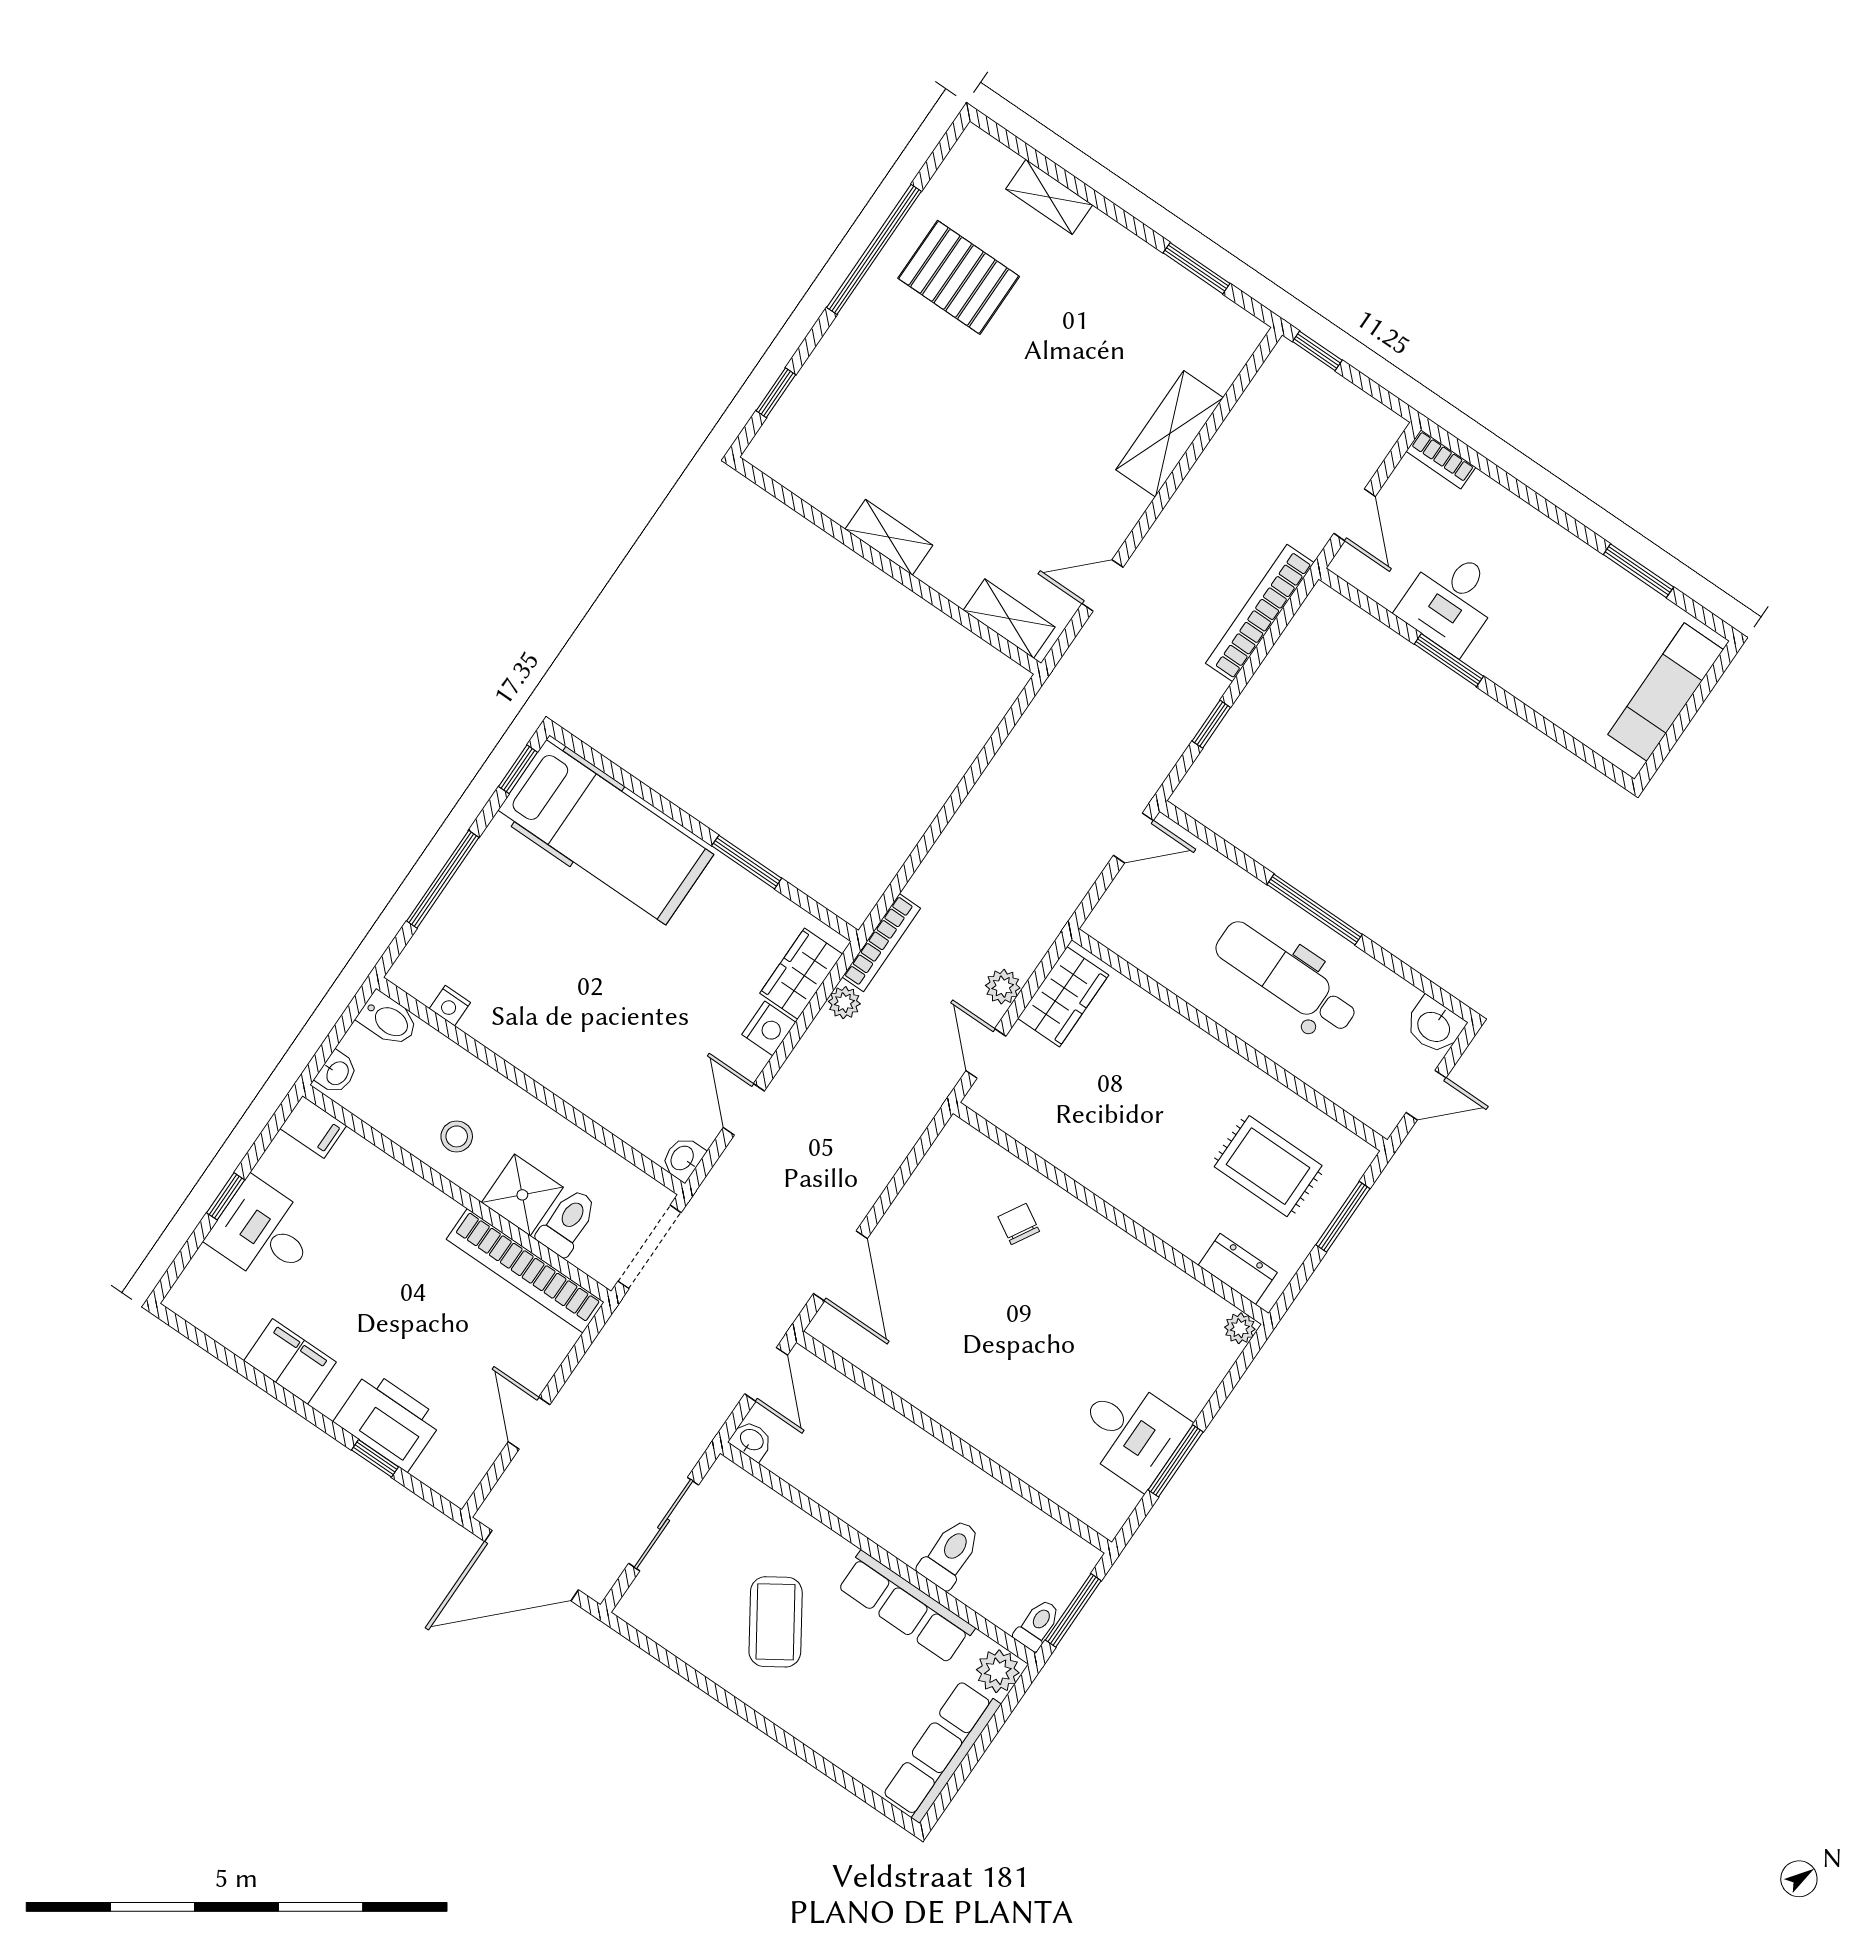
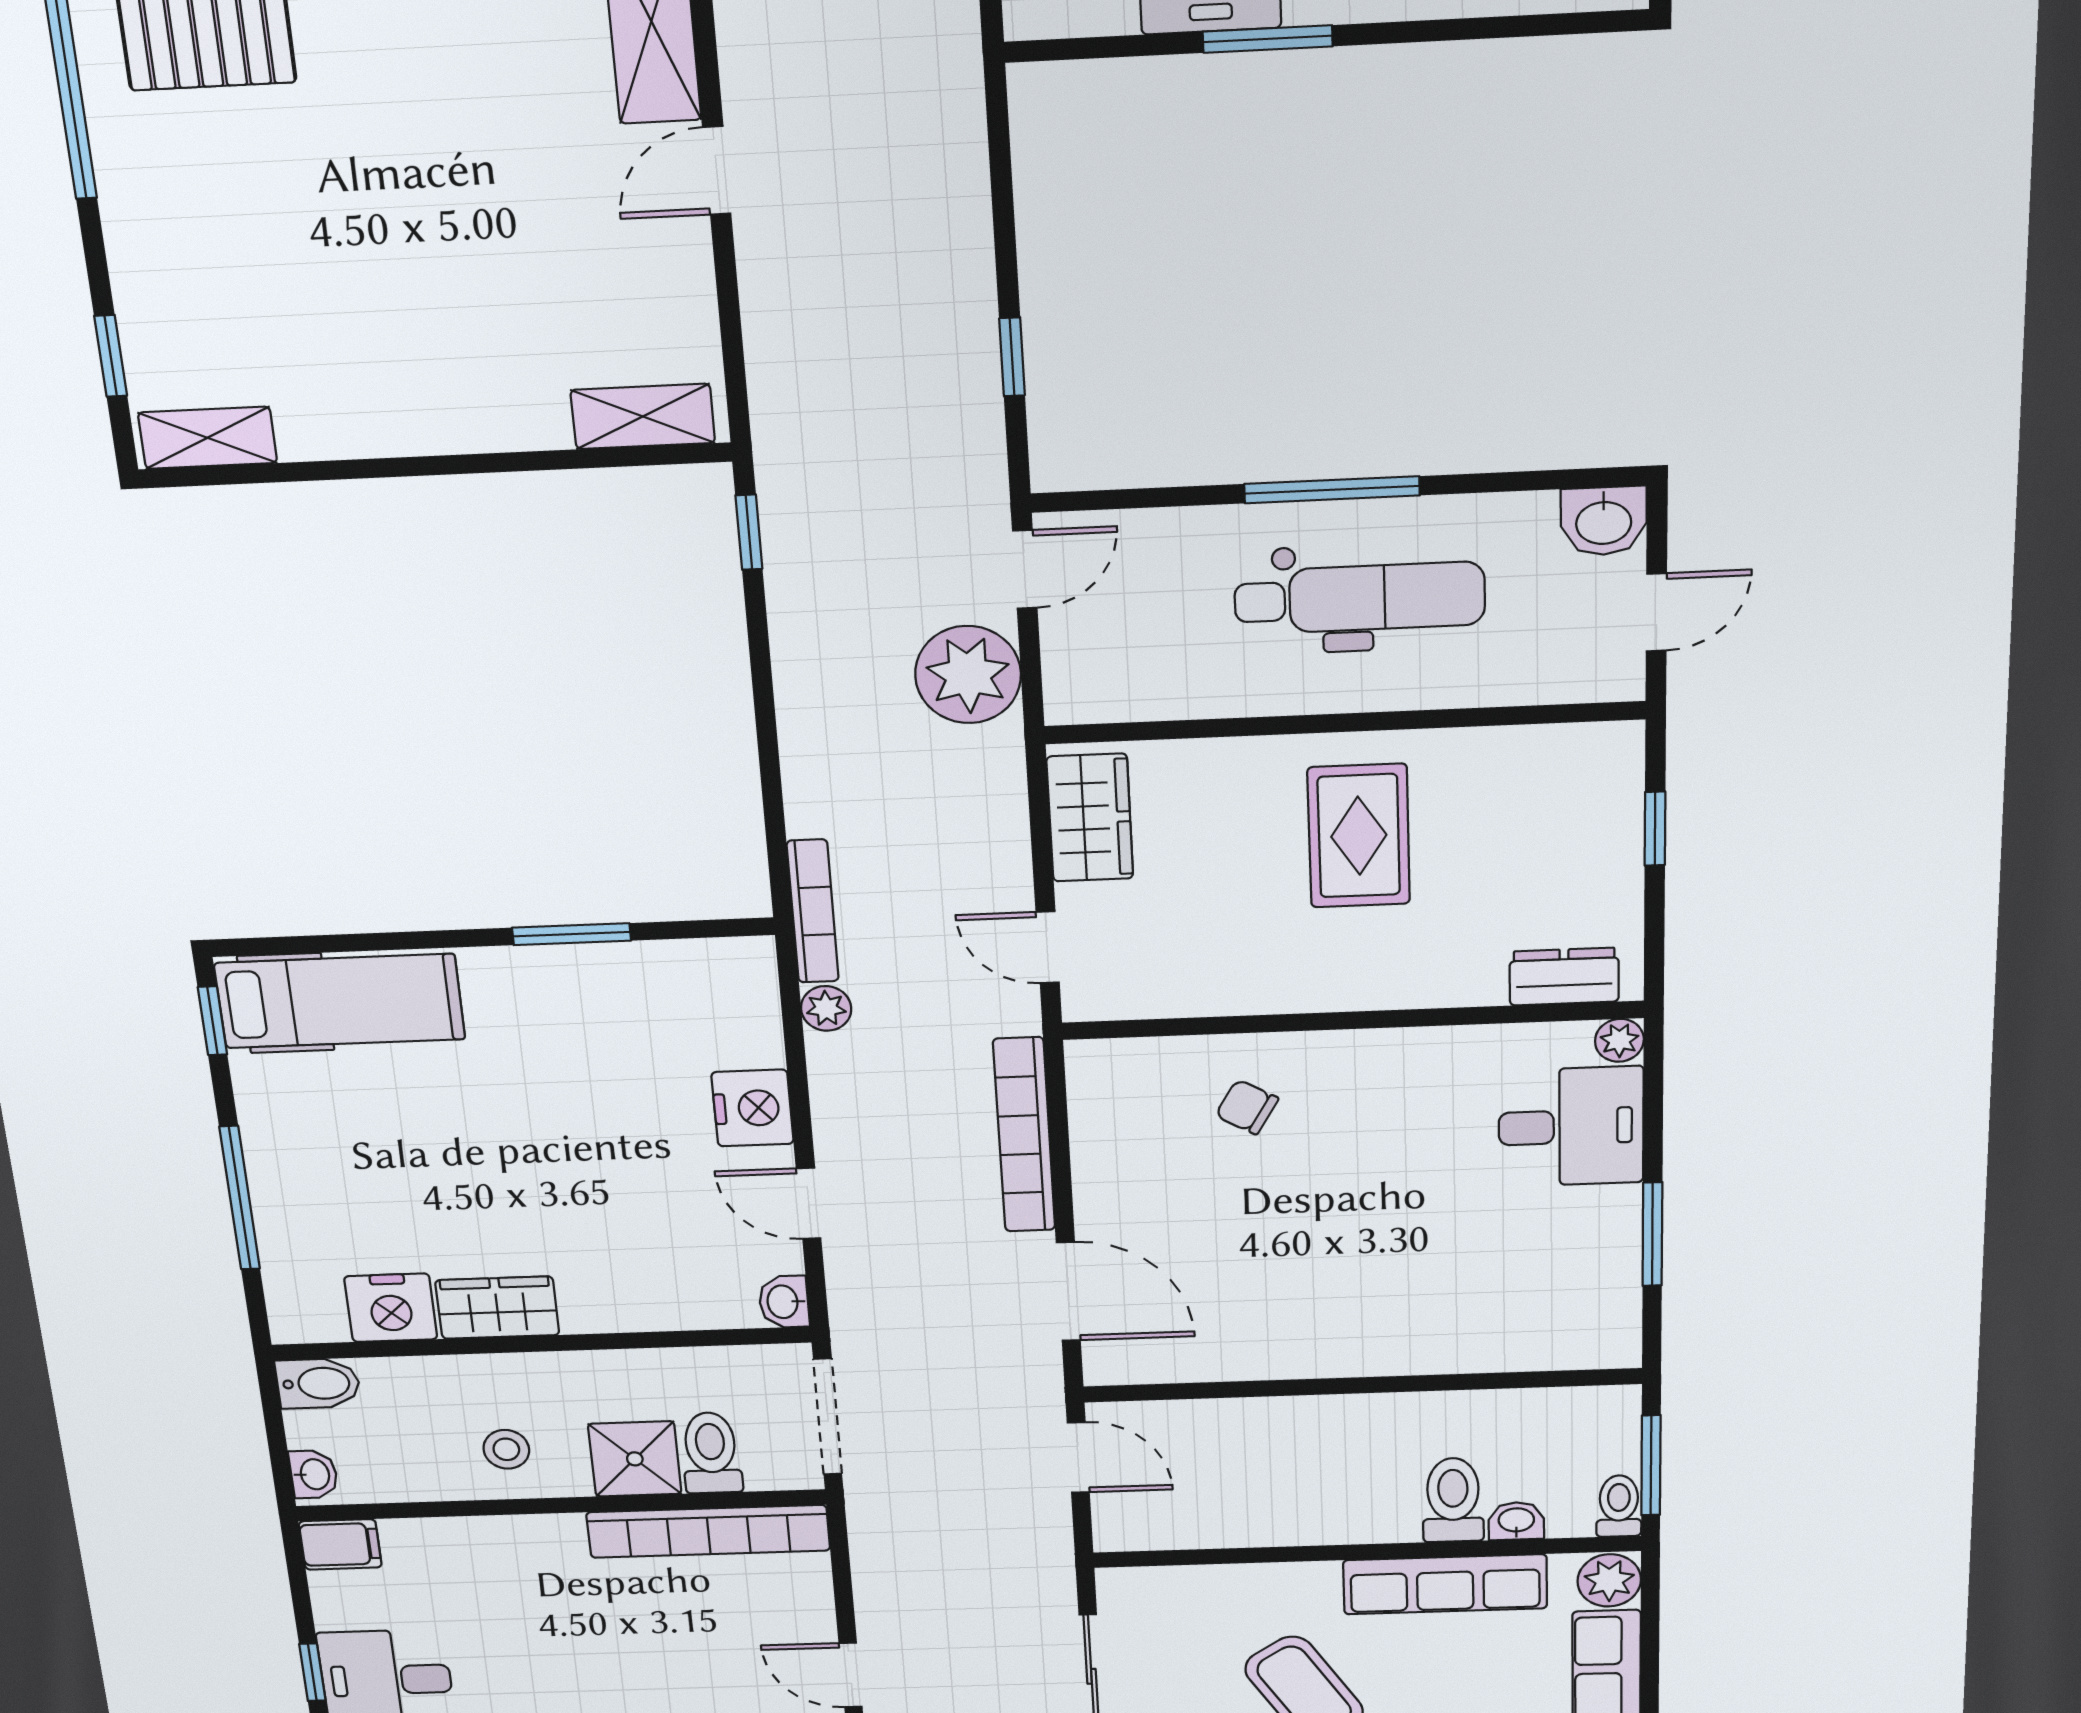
shelving: (889, 537) -> (208, 438), moved
door: (1103, 585) -> (717, 170), moved
bookcase: (1260, 613) -> (1024, 1135), moved
window: (1013, 716) -> (749, 532), added
hospital bed: (606, 832) -> (340, 1001), width x0.73, depth x0.78
wardrobe: (801, 974) -> (497, 1308), moved, turned 90
dental chair: (1286, 978) -> (1360, 598), turned 180
plant: (1003, 987) -> (968, 675), moved, width x1.88, depth x1.88
nightstand: (450, 1006) -> (391, 1308), width x1.89, depth x1.79
nightstand: (769, 1028) -> (752, 1108), width x1.36, depth x1.33
rug: (1268, 1166) -> (1359, 836), moved, turned 90
window: (1343, 1217) -> (1655, 829), width x0.67
desk: (1131, 1432) -> (1571, 1127), moved
washbasin: (751, 1440) -> (1516, 1521), moved

